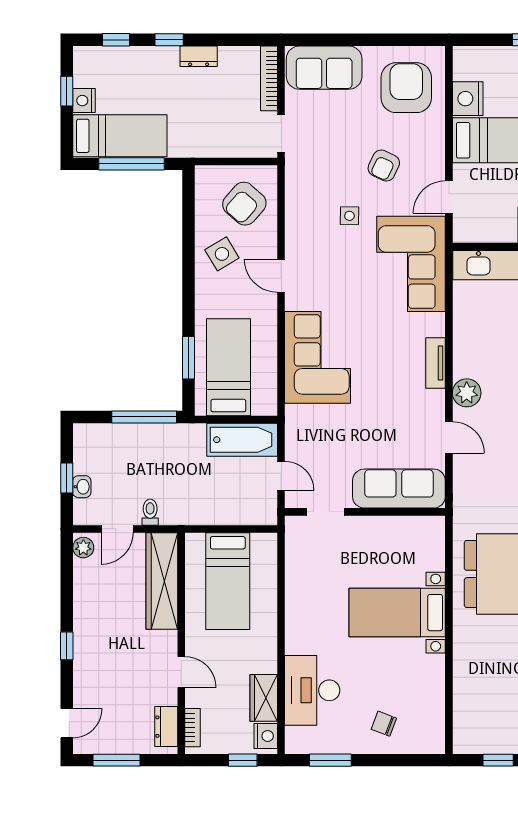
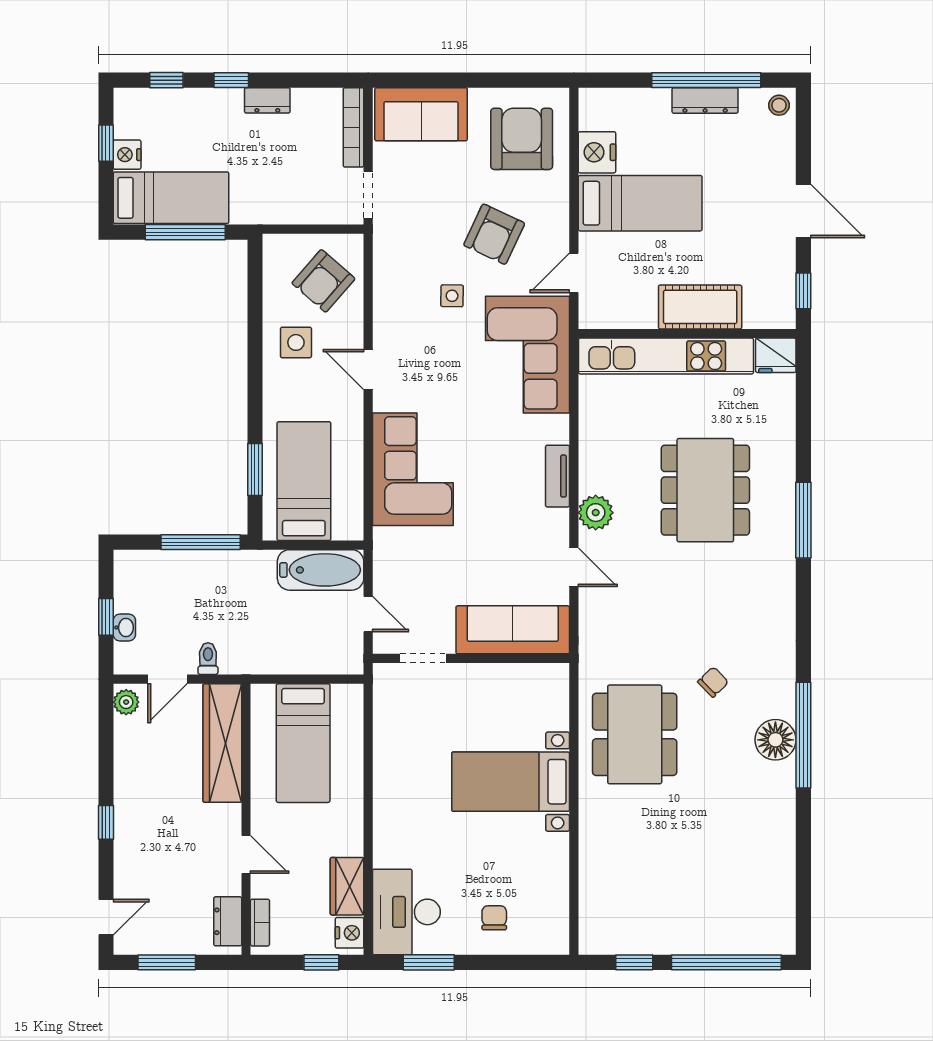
armchair: (384, 165) -> (494, 234), width x1.38, depth x1.38
side table: (222, 254) -> (296, 342), turned 31
desk: (312, 690) -> (406, 912), moved
chair: (384, 724) -> (494, 918), turned 69

